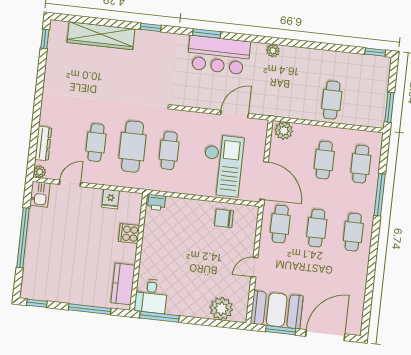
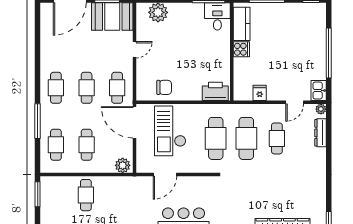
cafe table: (169, 151) -> (216, 138), width x1.37, depth x1.35
printer: (157, 202) -> (215, 91), width x1.87, depth x1.48
cooker: (129, 234) -> (241, 49), moved

